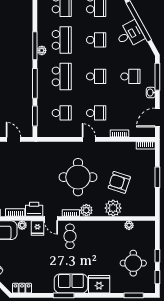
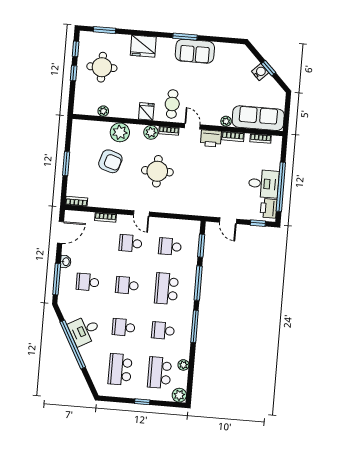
school desk: (62, 40) -> (163, 331), width x0.54
plant: (42, 50) -> (183, 365), moved
round table: (78, 177) -> (157, 171), width x0.73, depth x0.73
fridge: (37, 228) -> (146, 111), moved
sofa: (71, 284) -> (195, 51), moved
locker: (22, 288) -> (232, 49), removed

